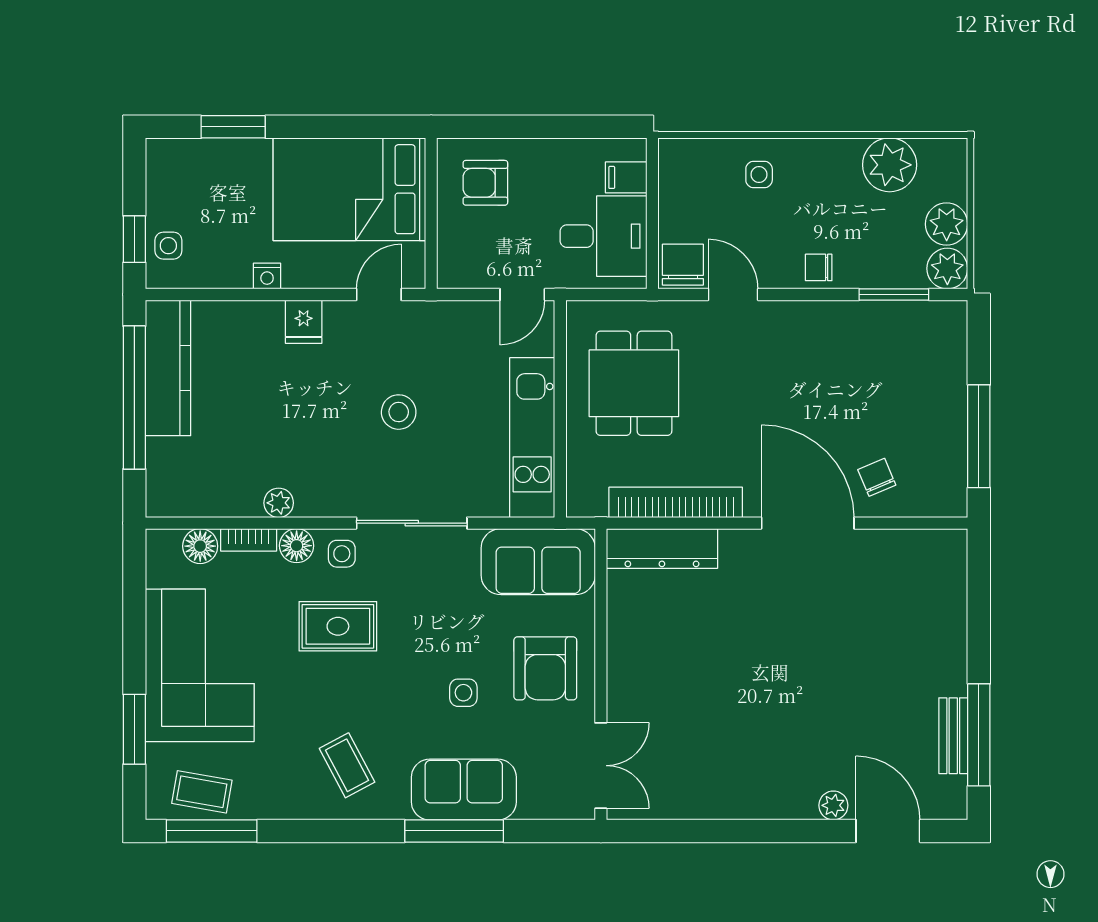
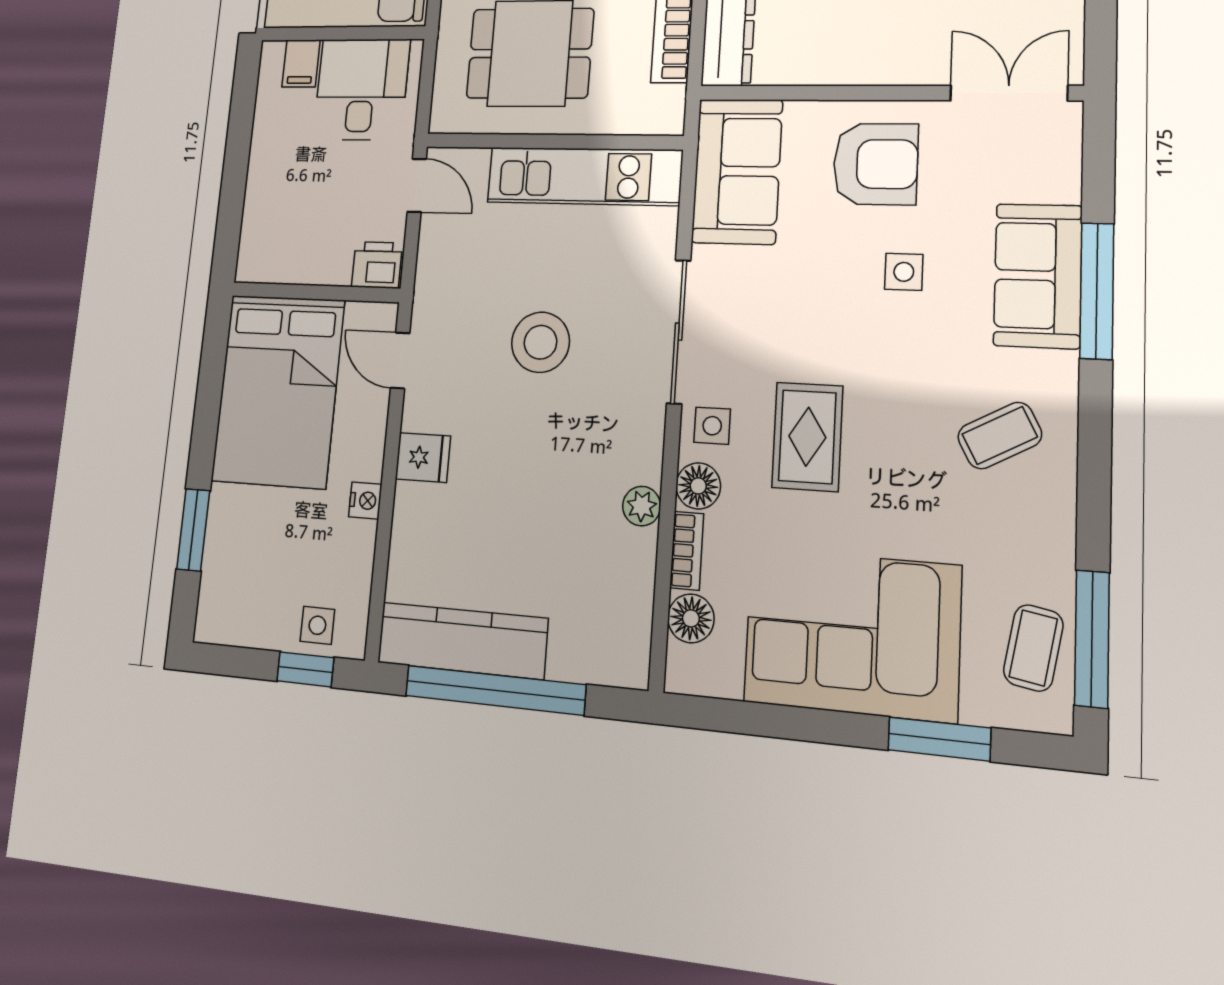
armchair: (485, 183) -> (289, 226), removed
printer: (456, 266) -> (377, 265), added
stool: (399, 412) -> (541, 342), width x1.38, depth x1.38

